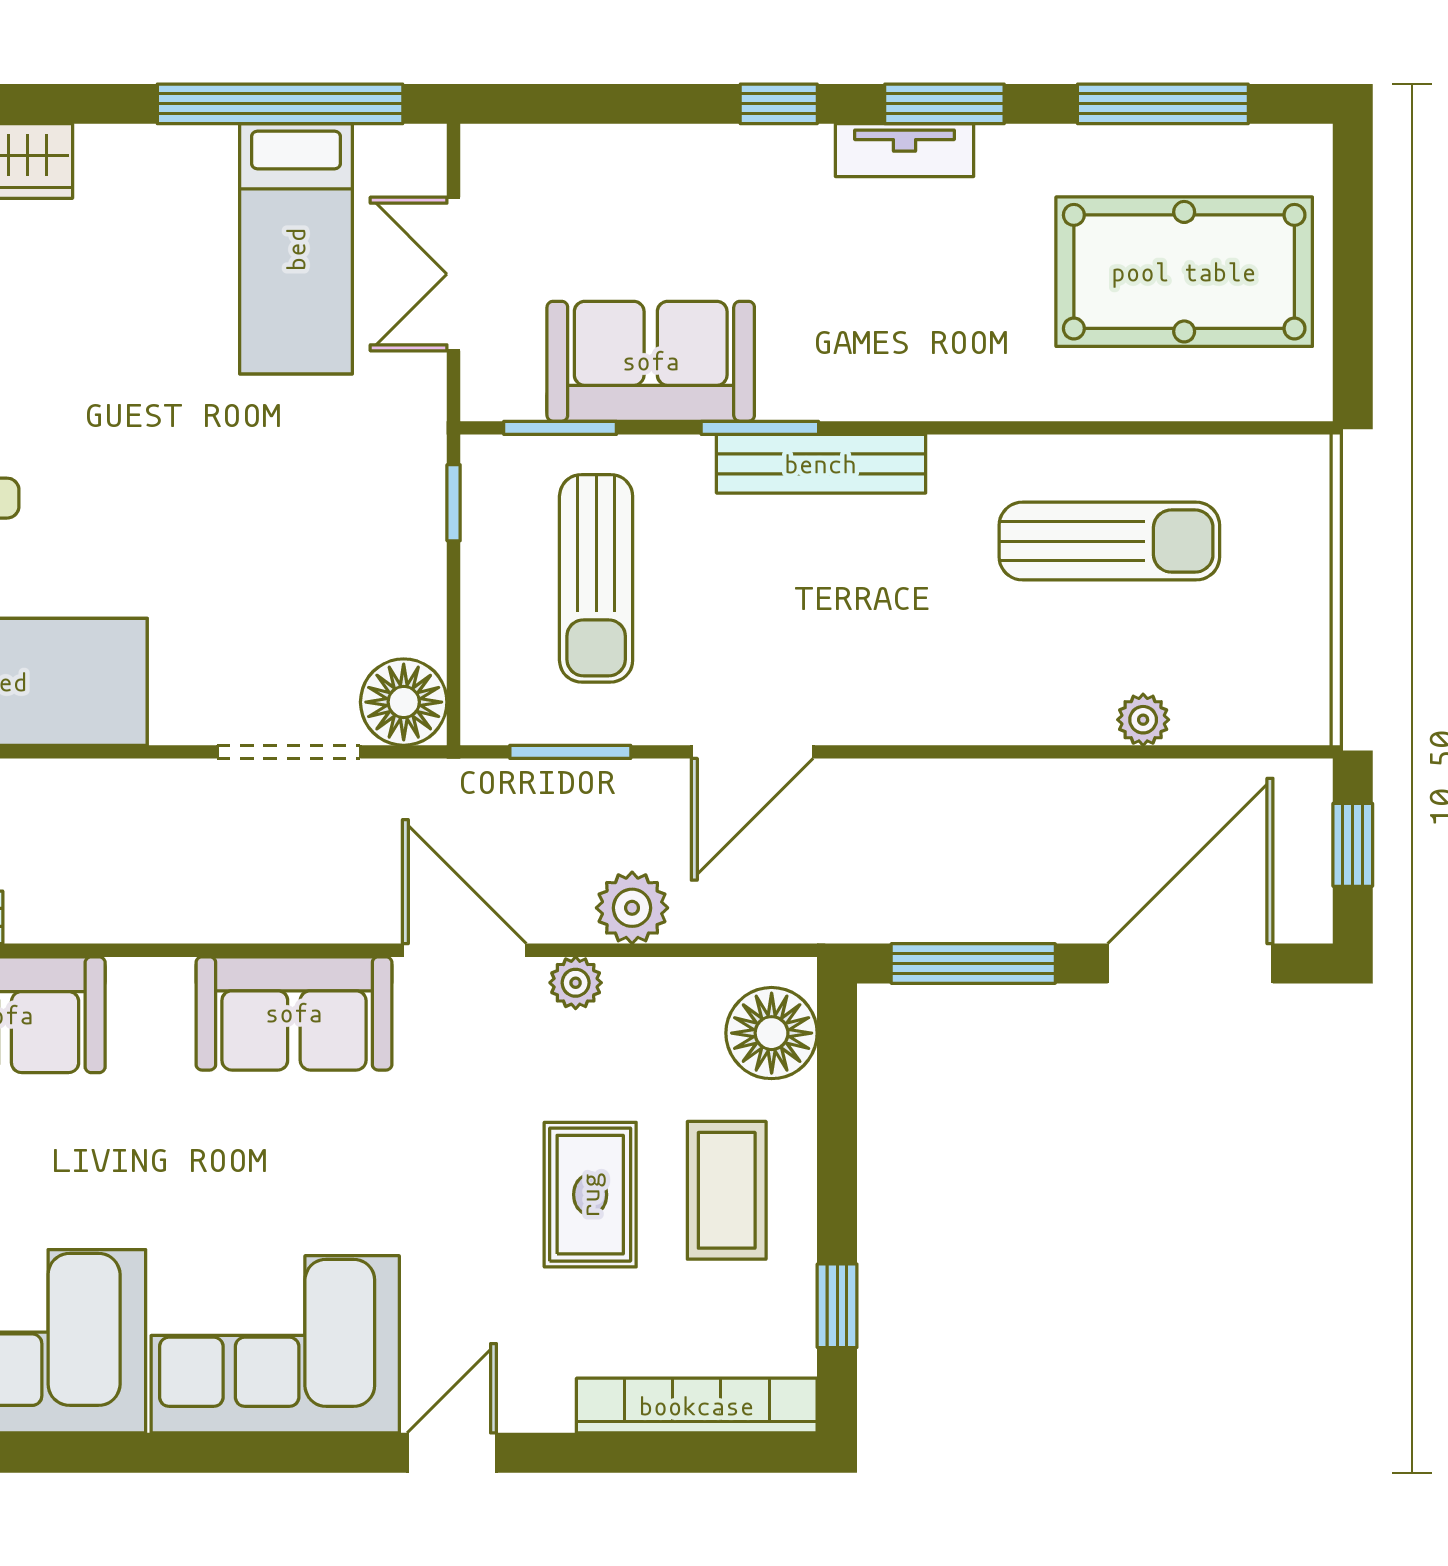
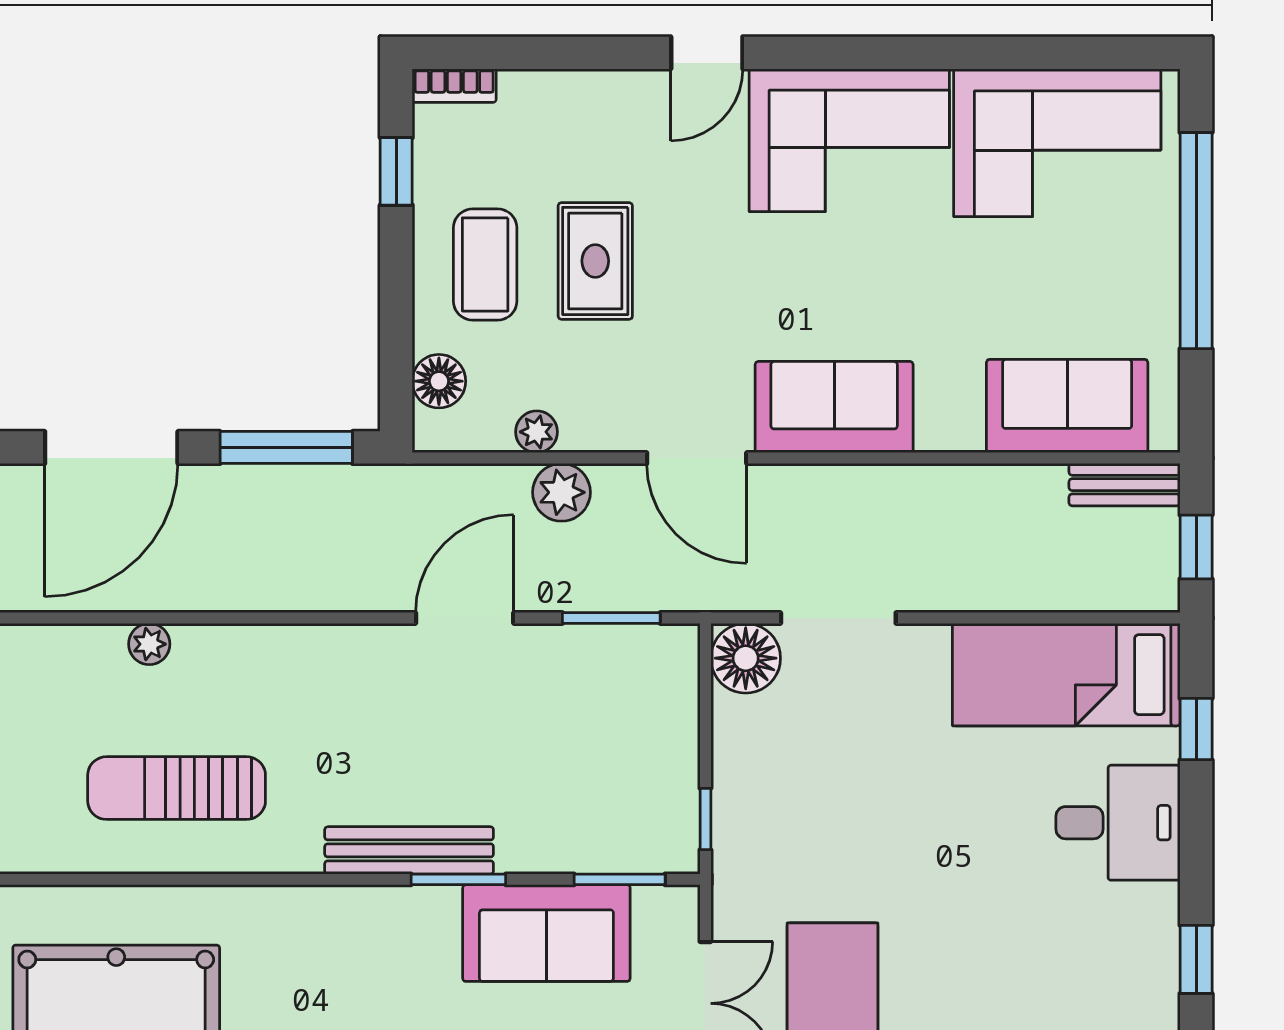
sun lounger: (596, 578) -> (590, 758), removed
plant: (576, 983) -> (537, 432), moved
floor lamp: (772, 1033) -> (439, 381), width x0.73, depth x0.73
bookcase: (697, 1406) -> (454, 86), width x0.43, depth x0.76

